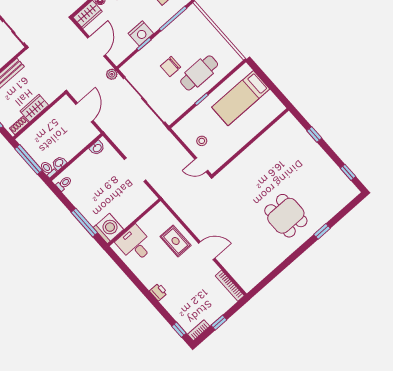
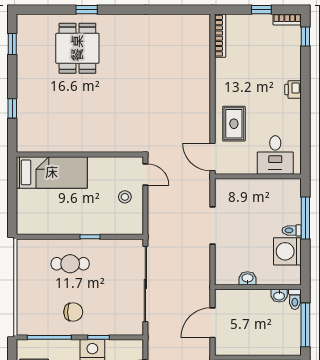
chair: (171, 67) -> (73, 312), moved
cafe table: (199, 73) -> (70, 264), width x0.73, depth x0.74
plant: (112, 74) -> (154, 336), removed
bed: (241, 98) -> (52, 172), moved
washbasin: (97, 148) -> (247, 278), moved
toilet: (64, 183) -> (292, 230), moved
dining table: (286, 216) -> (77, 48), moved
washing machine: (108, 228) -> (287, 251), moved
door: (207, 251) -> (213, 157), moved

